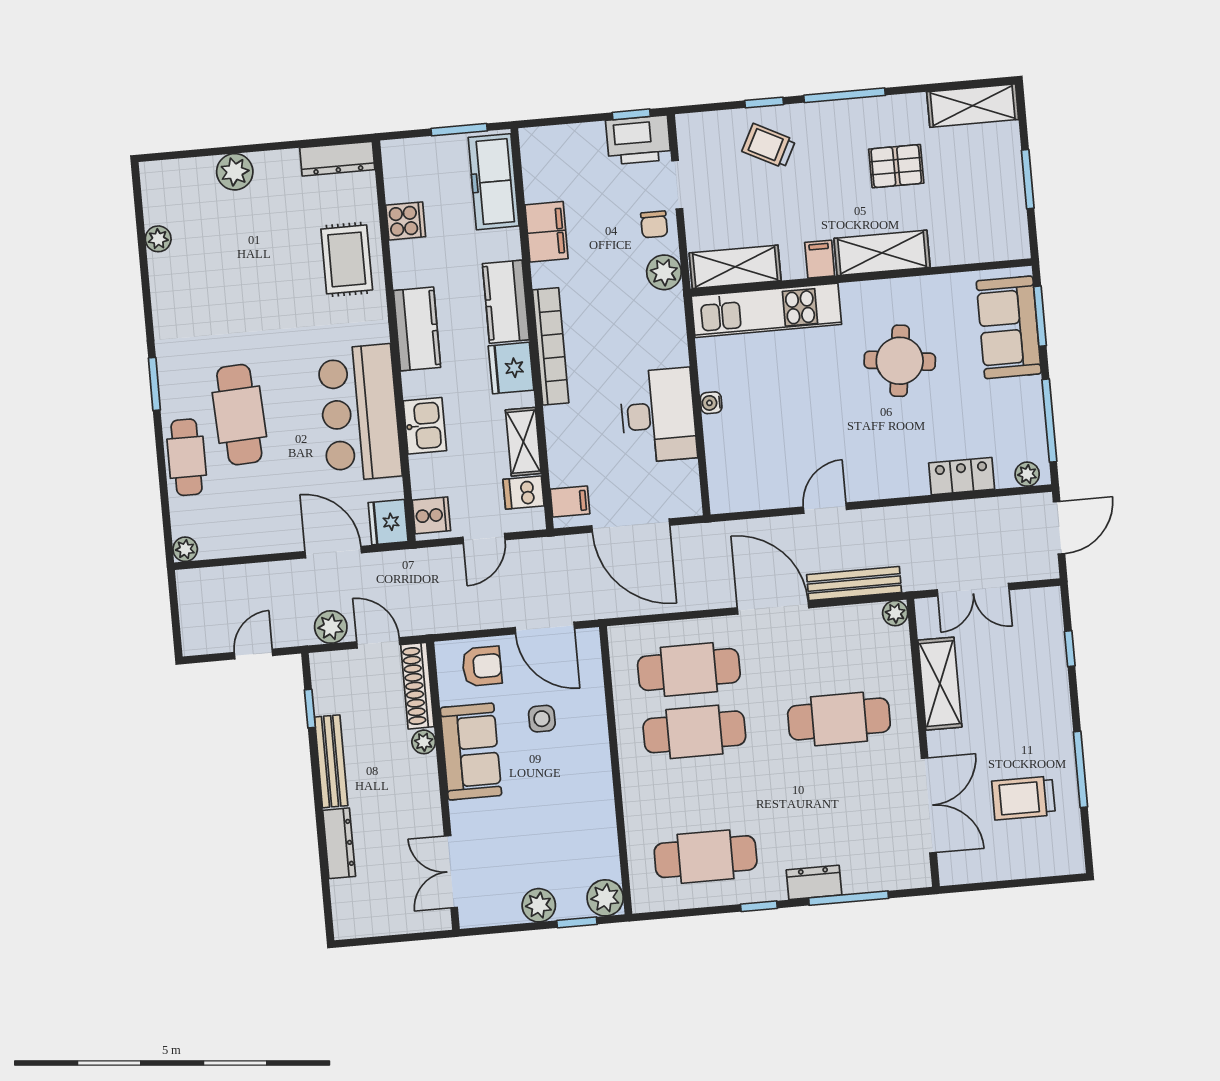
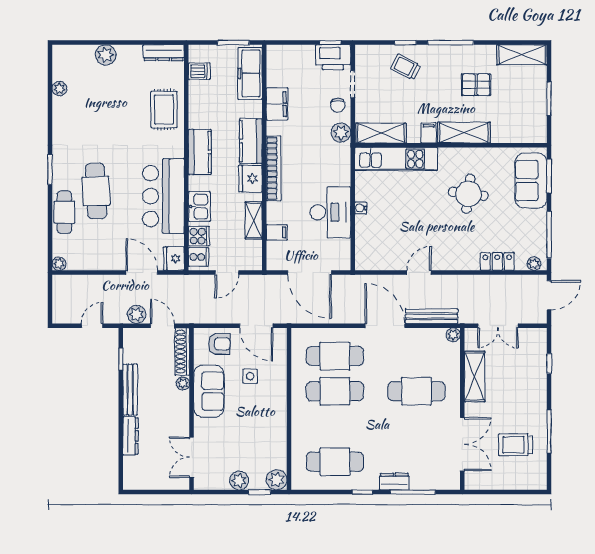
cooker: (406, 221) -> (199, 236), moved
dishwasher: (524, 493) -> (199, 71), moved, turned 180
filing cabinet: (570, 501) -> (277, 232), moved

